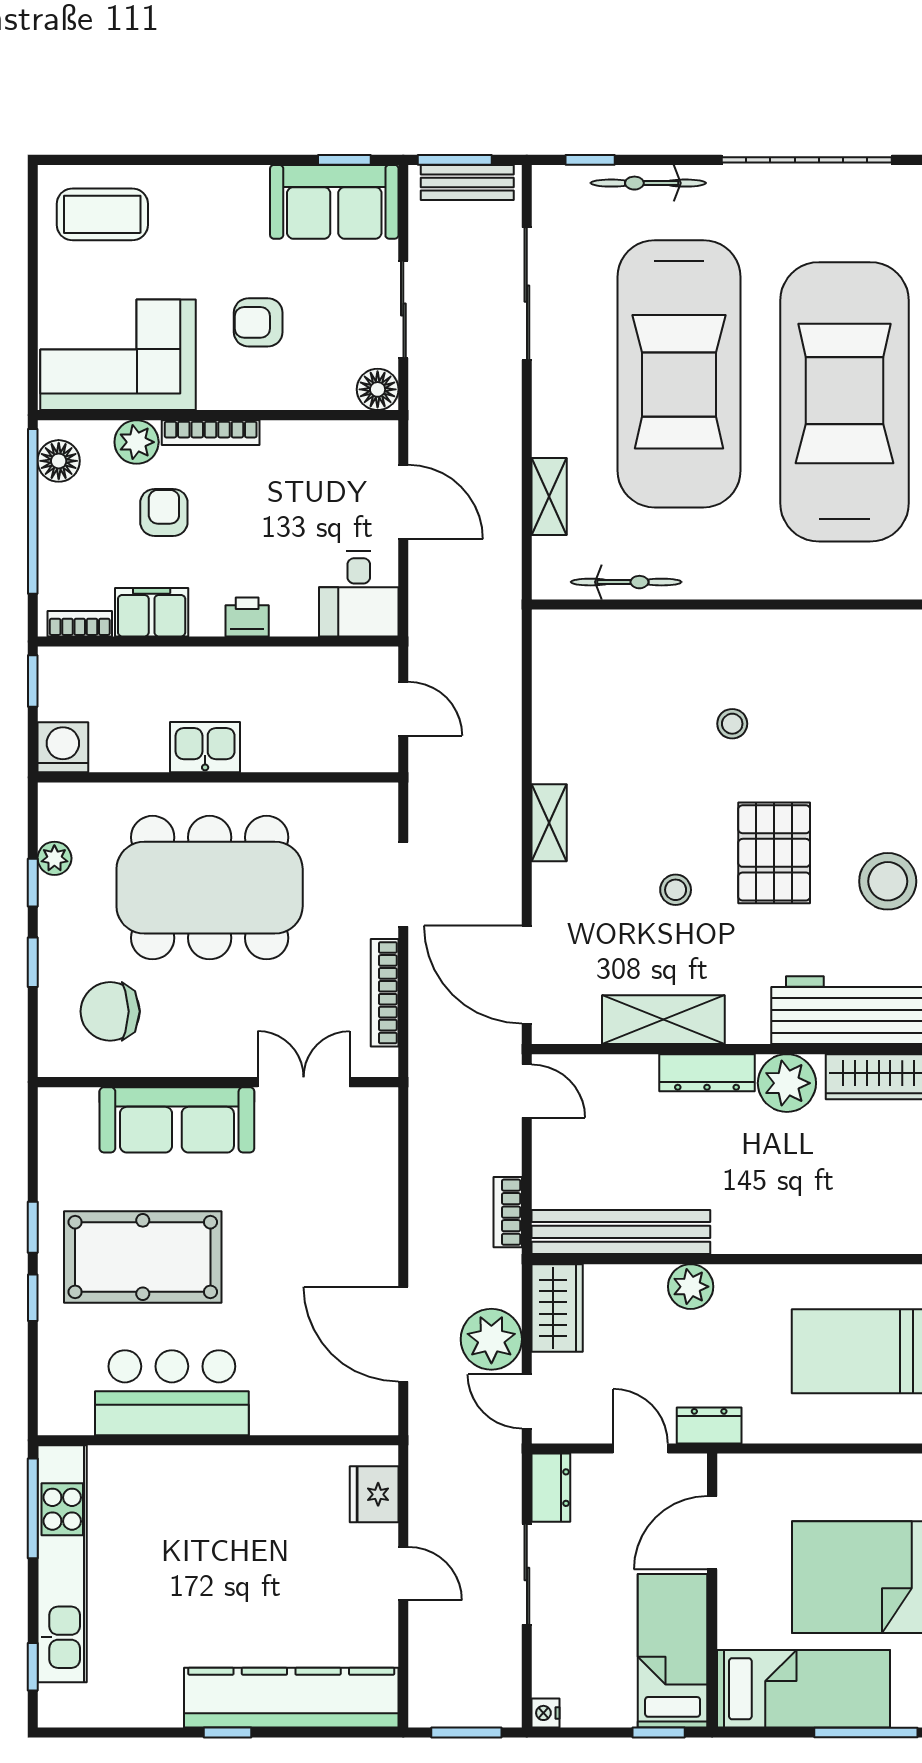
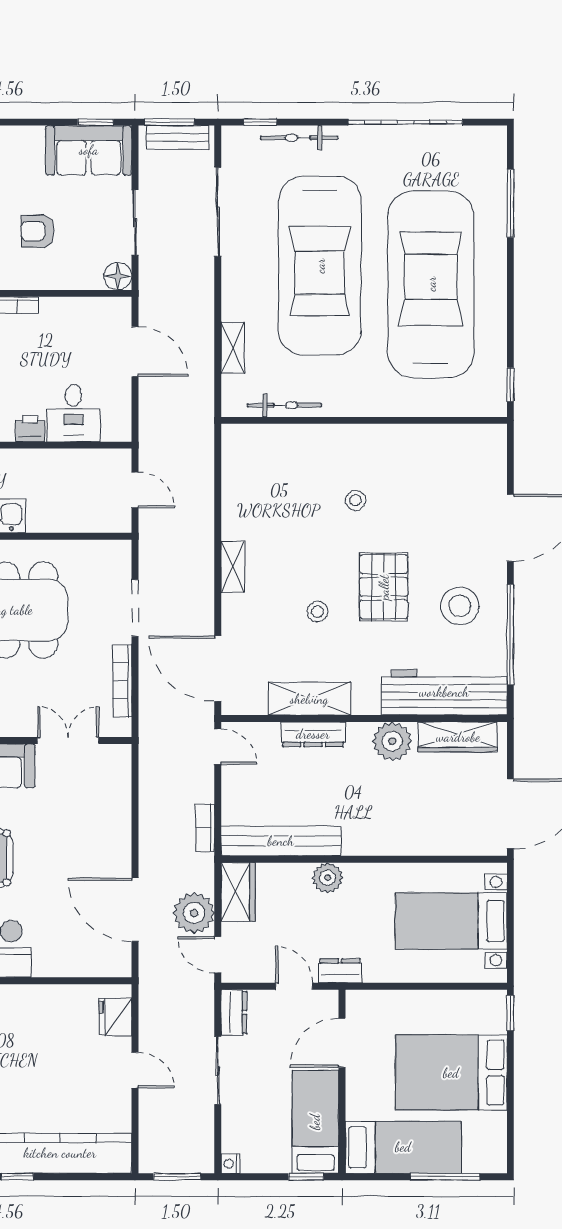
desk: (359, 594) -> (73, 413), moved
dresser: (707, 1073) -> (313, 734), moved

